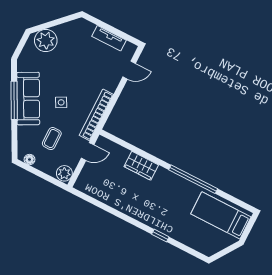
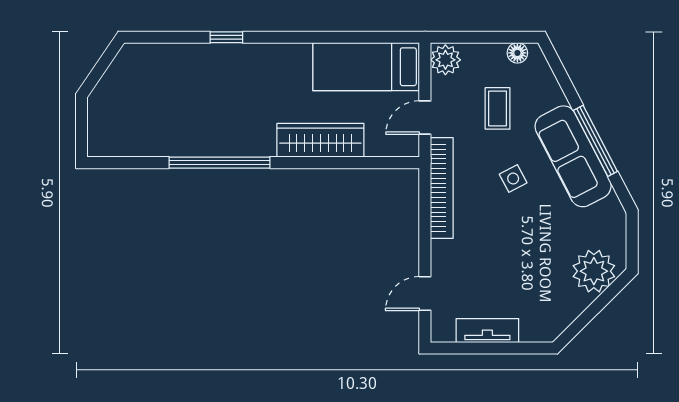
wardrobe: (141, 166) -> (320, 140), width x1.50
bed: (221, 215) -> (366, 67), moved, turned 180

